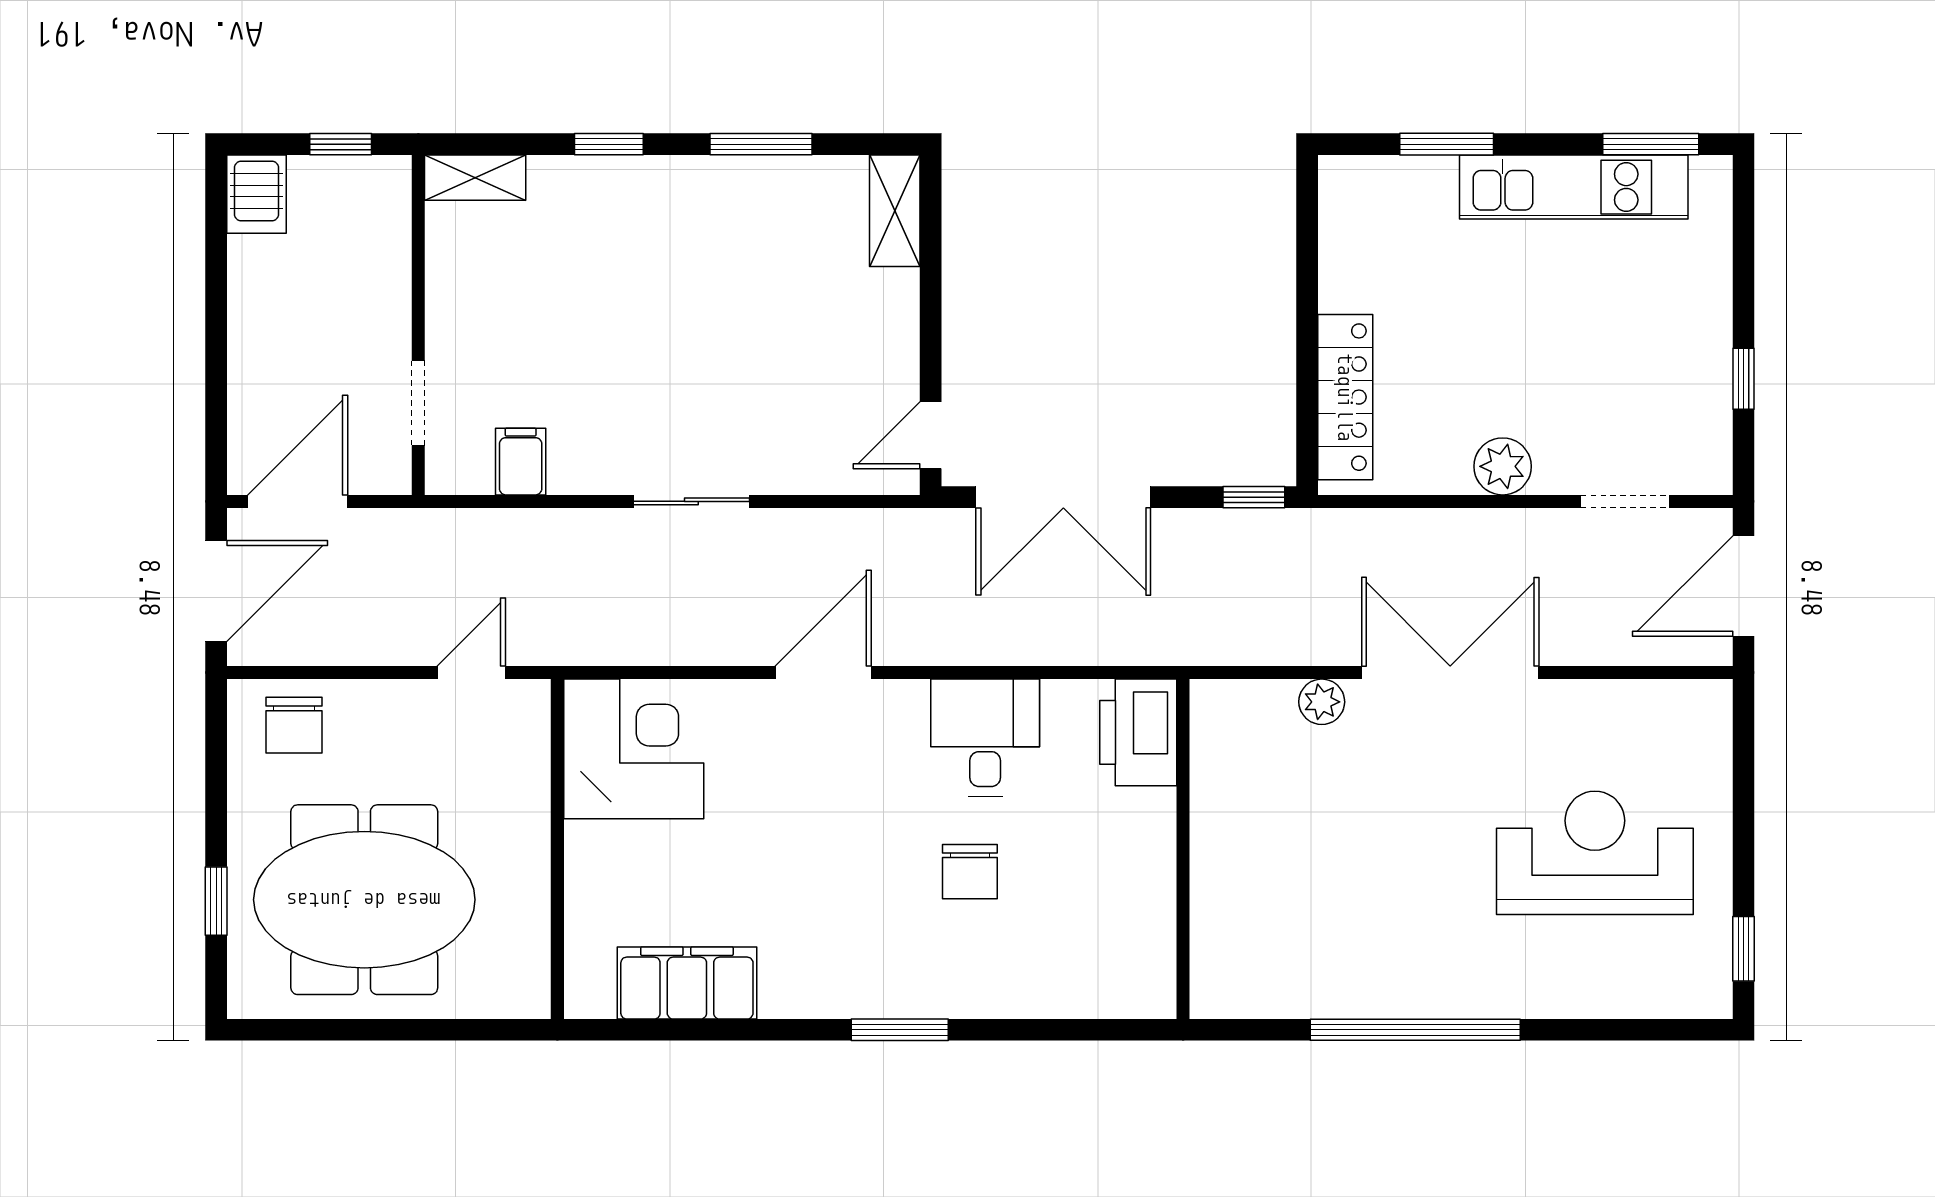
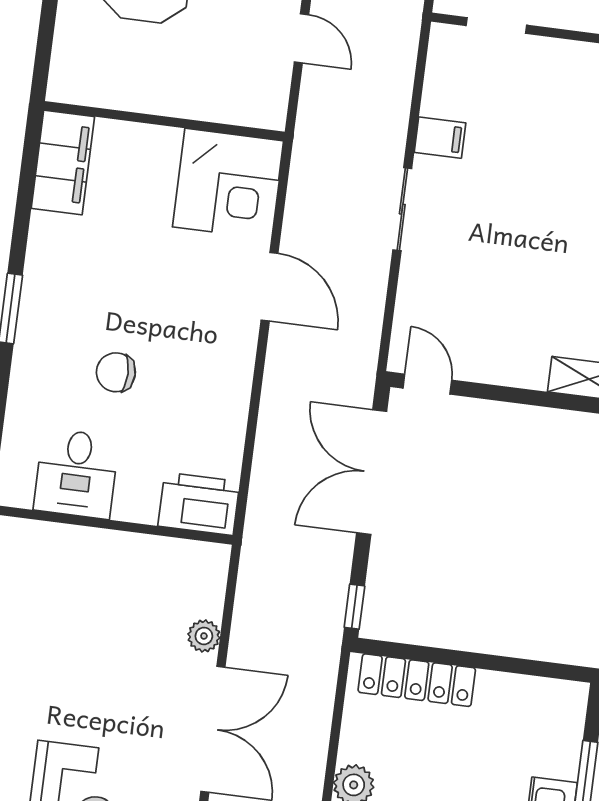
filing cabinet: (521, 462) -> (440, 138), moved
desk: (985, 737) -> (76, 474), moved, turned 90
corner desk: (634, 749) -> (228, 184), moved
wall: (557, 849) -> (164, 121), moved

